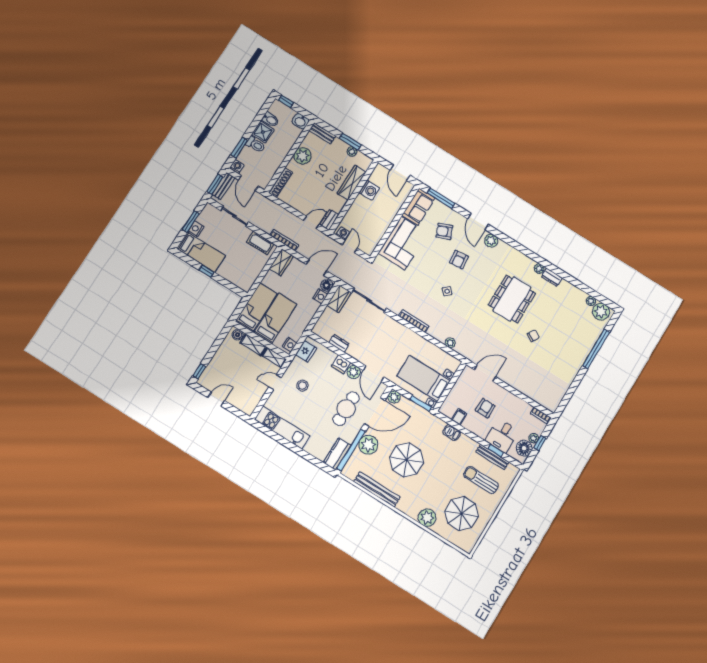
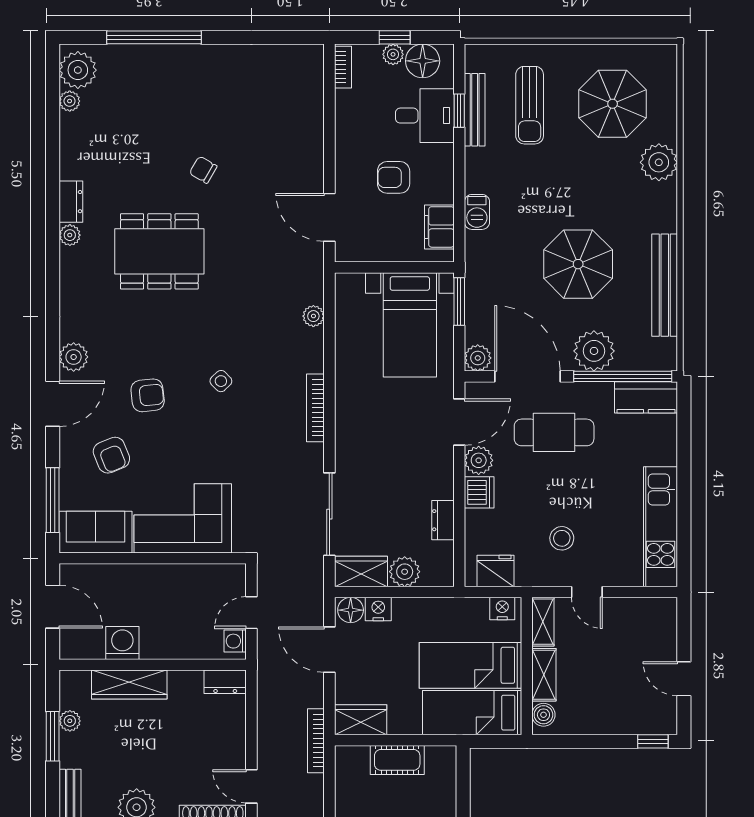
door: (400, 173) -> (53, 607), hinge flipped
door: (311, 222) -> (251, 786), moved
cot: (260, 243) -> (397, 760), moved, turned 90
plant: (328, 316) -> (405, 572), added
filing cabinet: (459, 417) -> (439, 227), width x2.00

